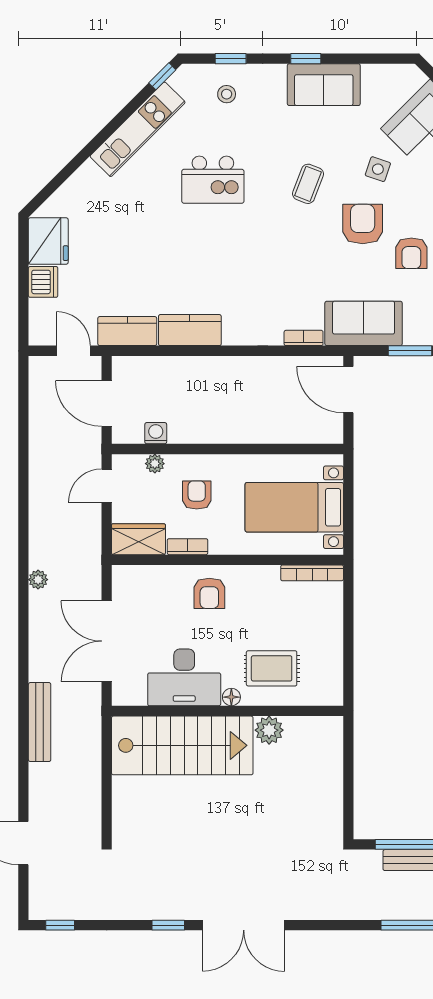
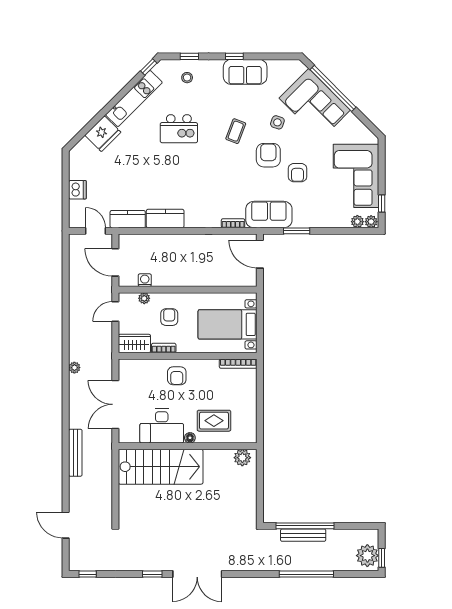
fridge: (48, 241) -> (103, 134), moved, turned 45
plant: (269, 730) -> (242, 458), moved

